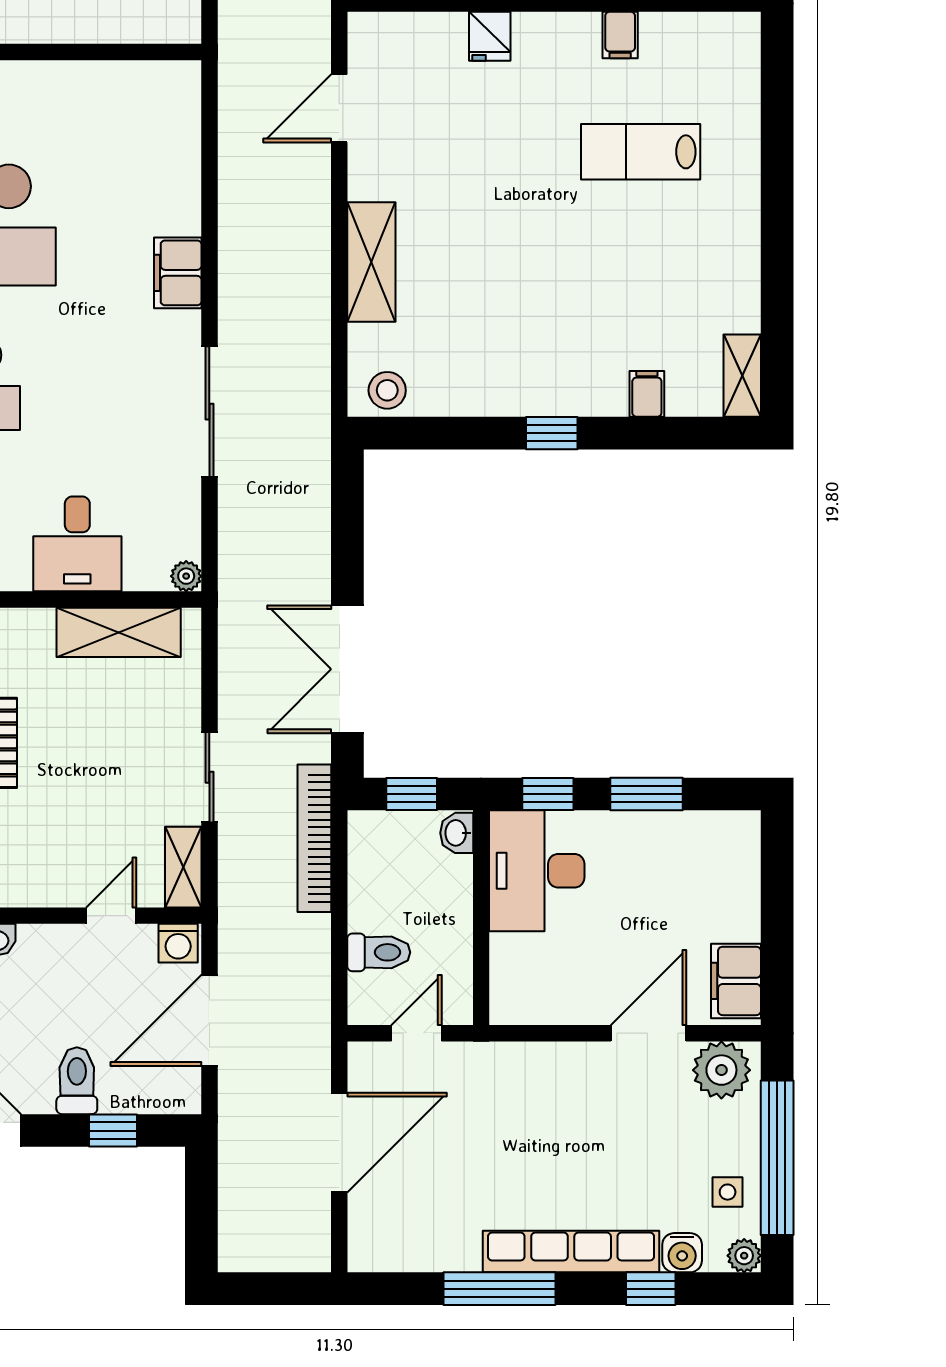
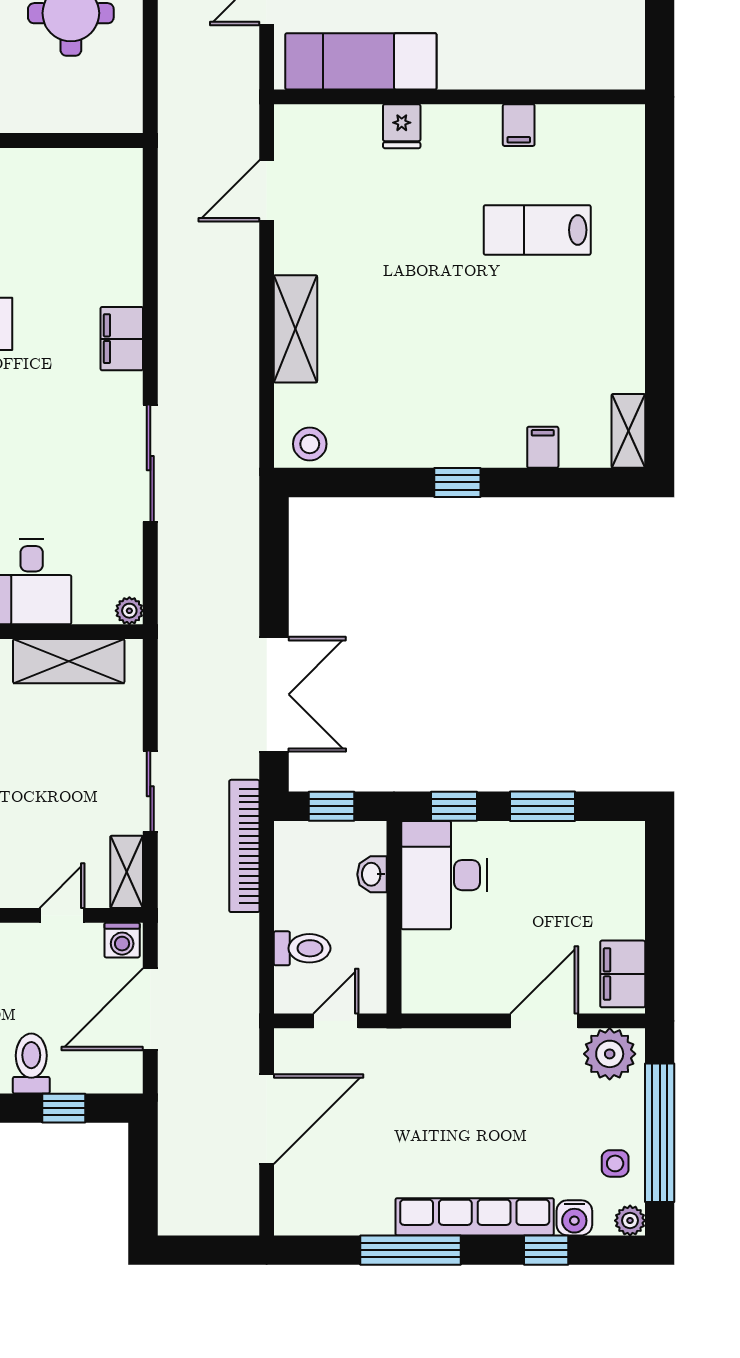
double door: (347, 669) -> (274, 694), swing flipped
washbasin: (457, 833) -> (372, 874), moved

